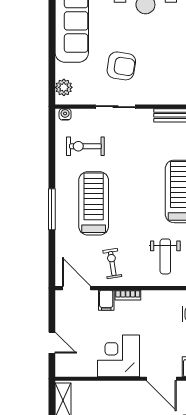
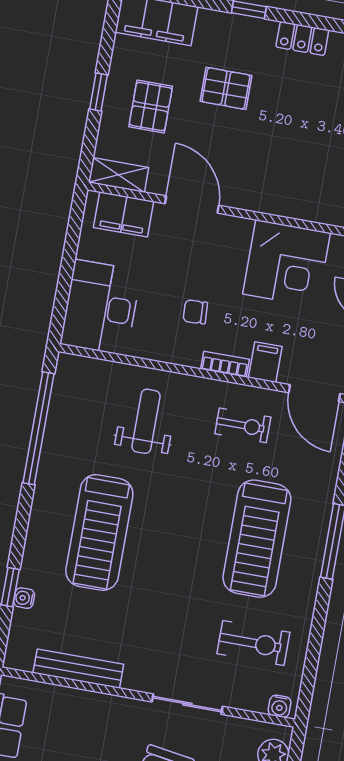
exercise bike: (112, 264) -> (243, 425), turned -81
chair: (149, 321) -> (195, 312), added
corner desk: (119, 356) -> (286, 263), moved

